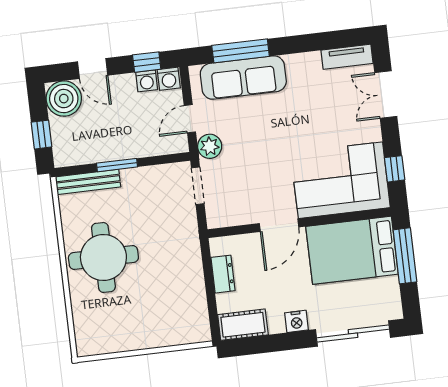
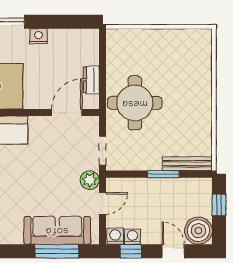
door: (279, 225) -> (67, 112), moved
round table: (103, 257) -> (135, 103), moved
cot: (243, 325) -> (80, 39), removed

